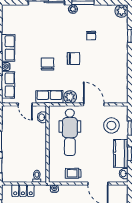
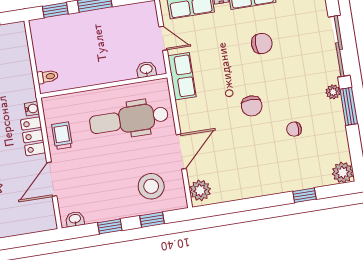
chair: (47, 64) -> (262, 43), moved
plant: (70, 97) -> (200, 190), moved
door: (25, 104) -> (163, 38), swing flipped
kitchen counter: (121, 153) -> (108, 209), removed
locker: (23, 191) -> (33, 136), moved

